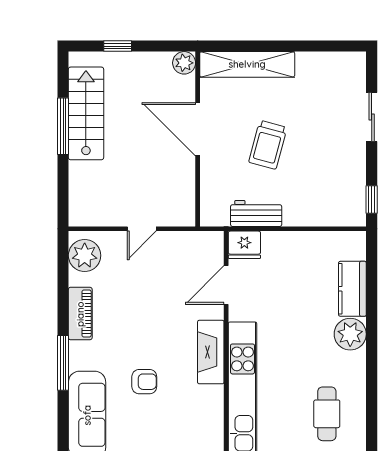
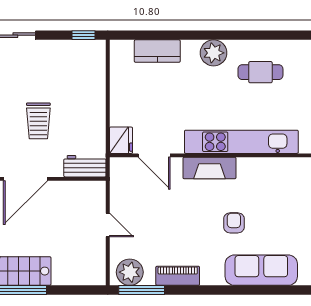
trolley: (268, 145) -> (38, 121), turned 75
workbench: (256, 213) -> (85, 166), moved, turned 90
plant: (350, 334) -> (214, 53), moved
window: (63, 363) -> (142, 290), moved

